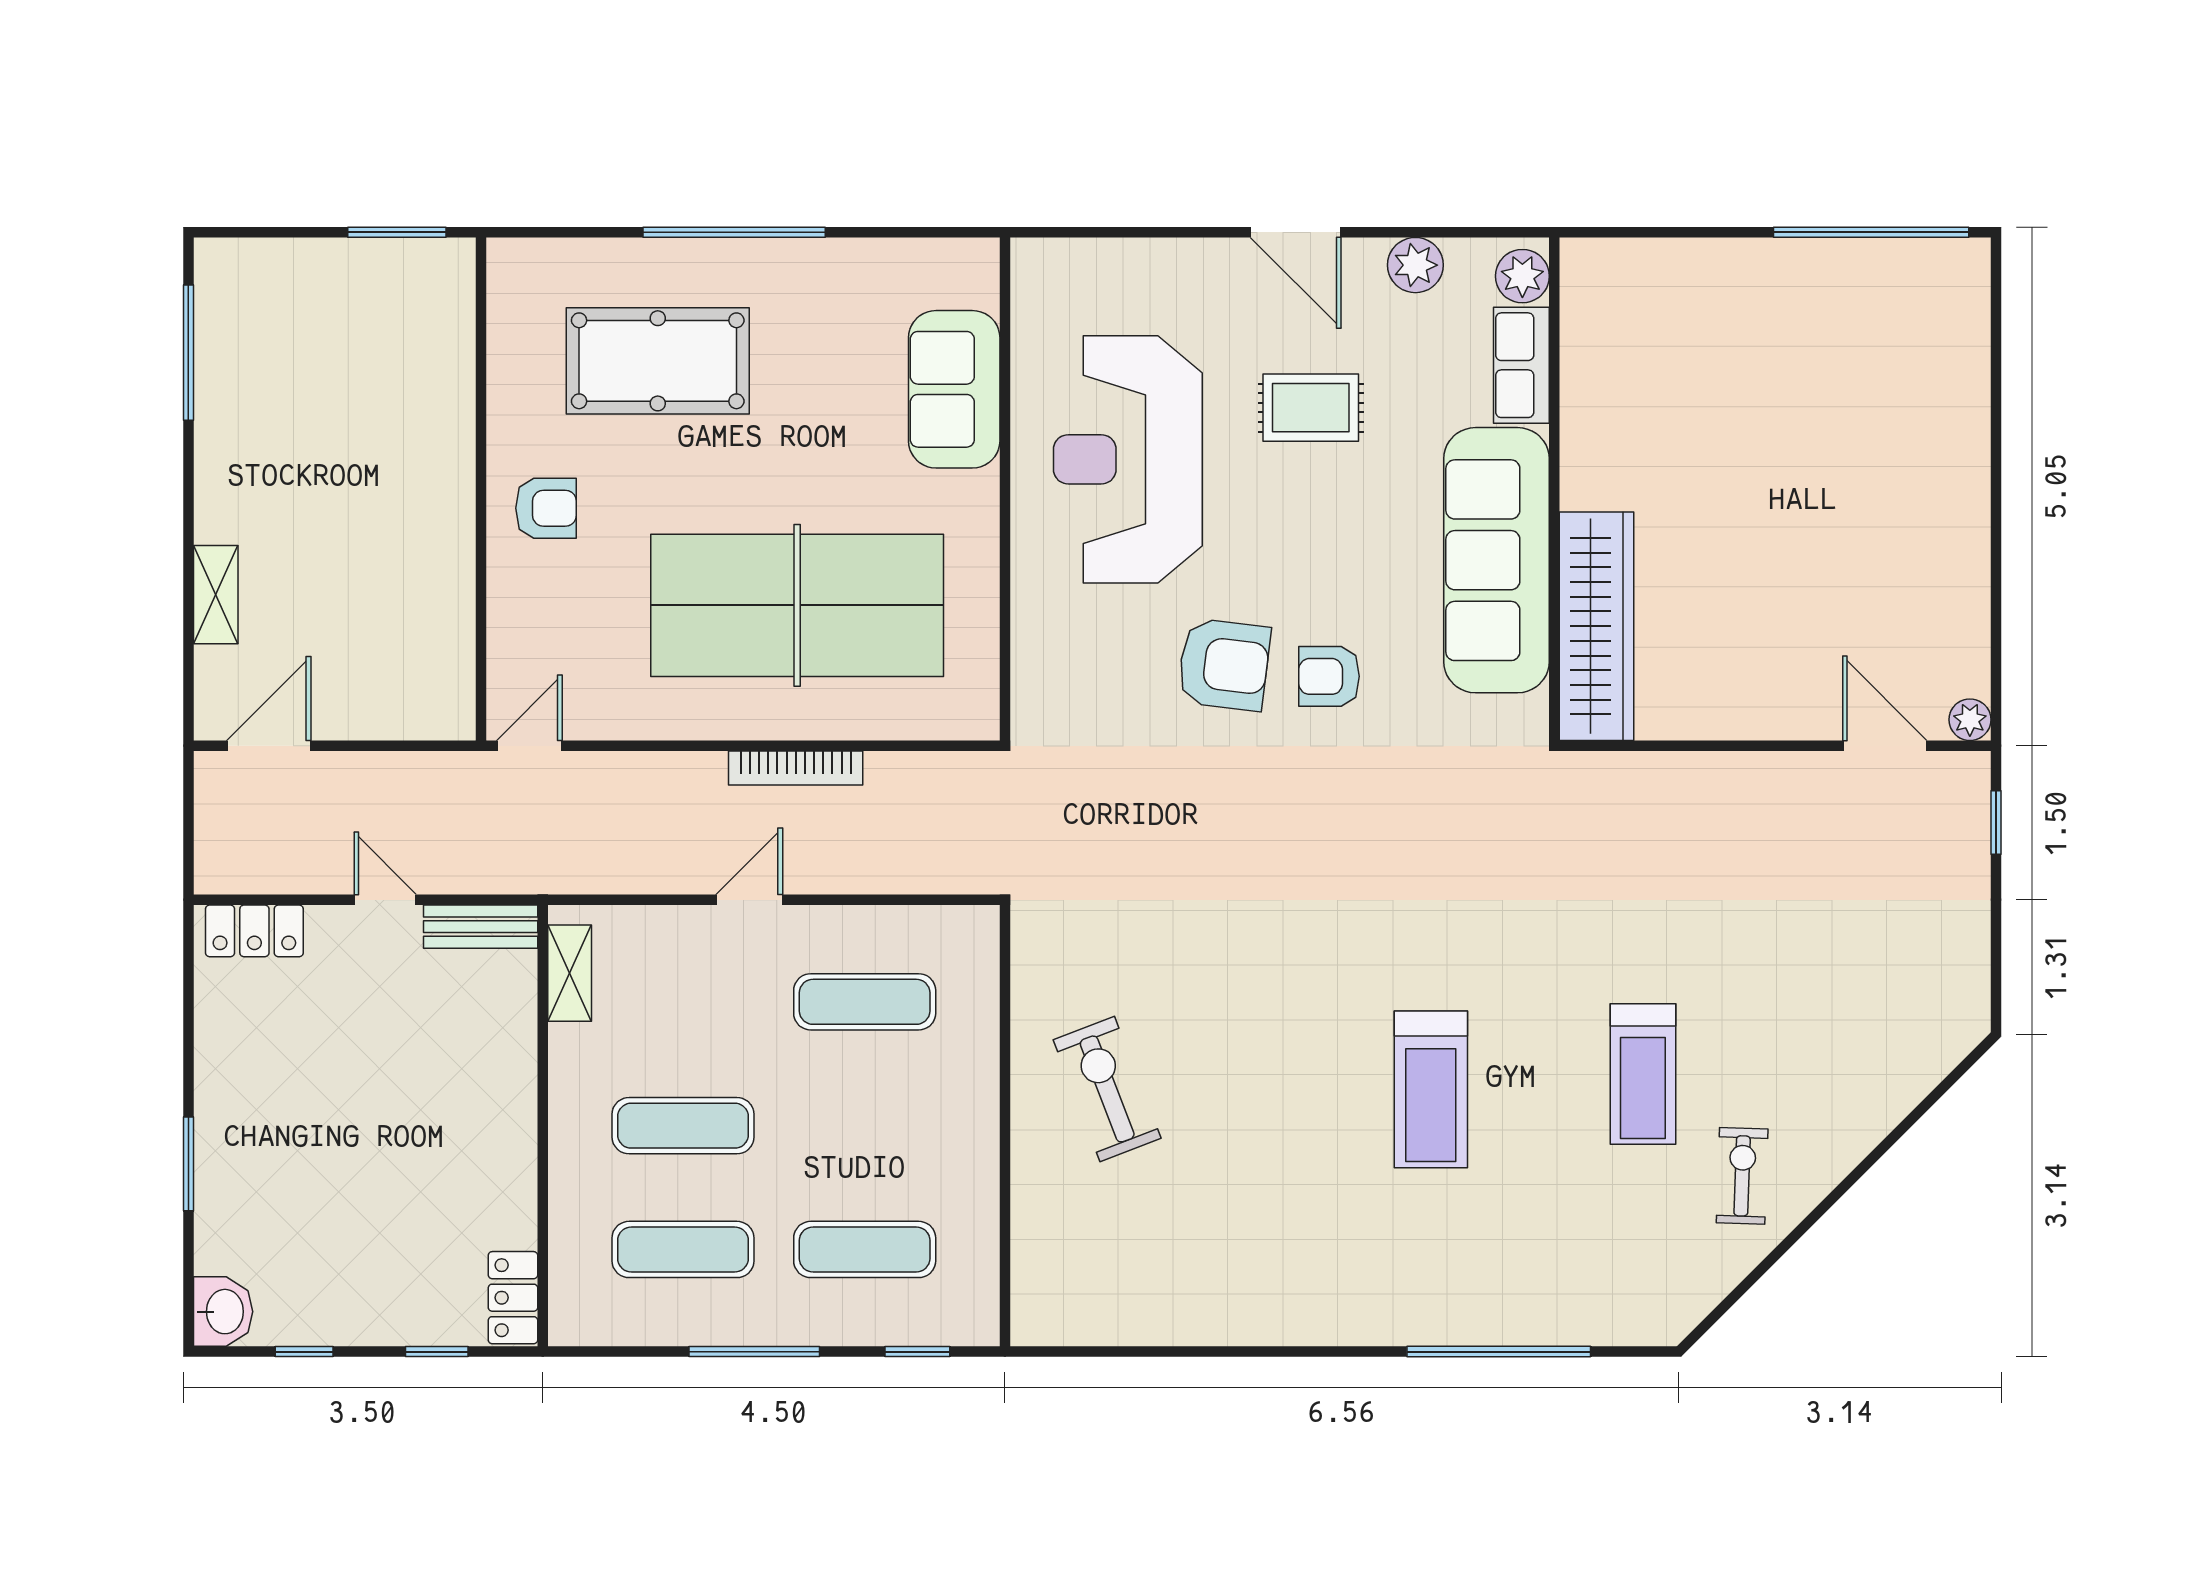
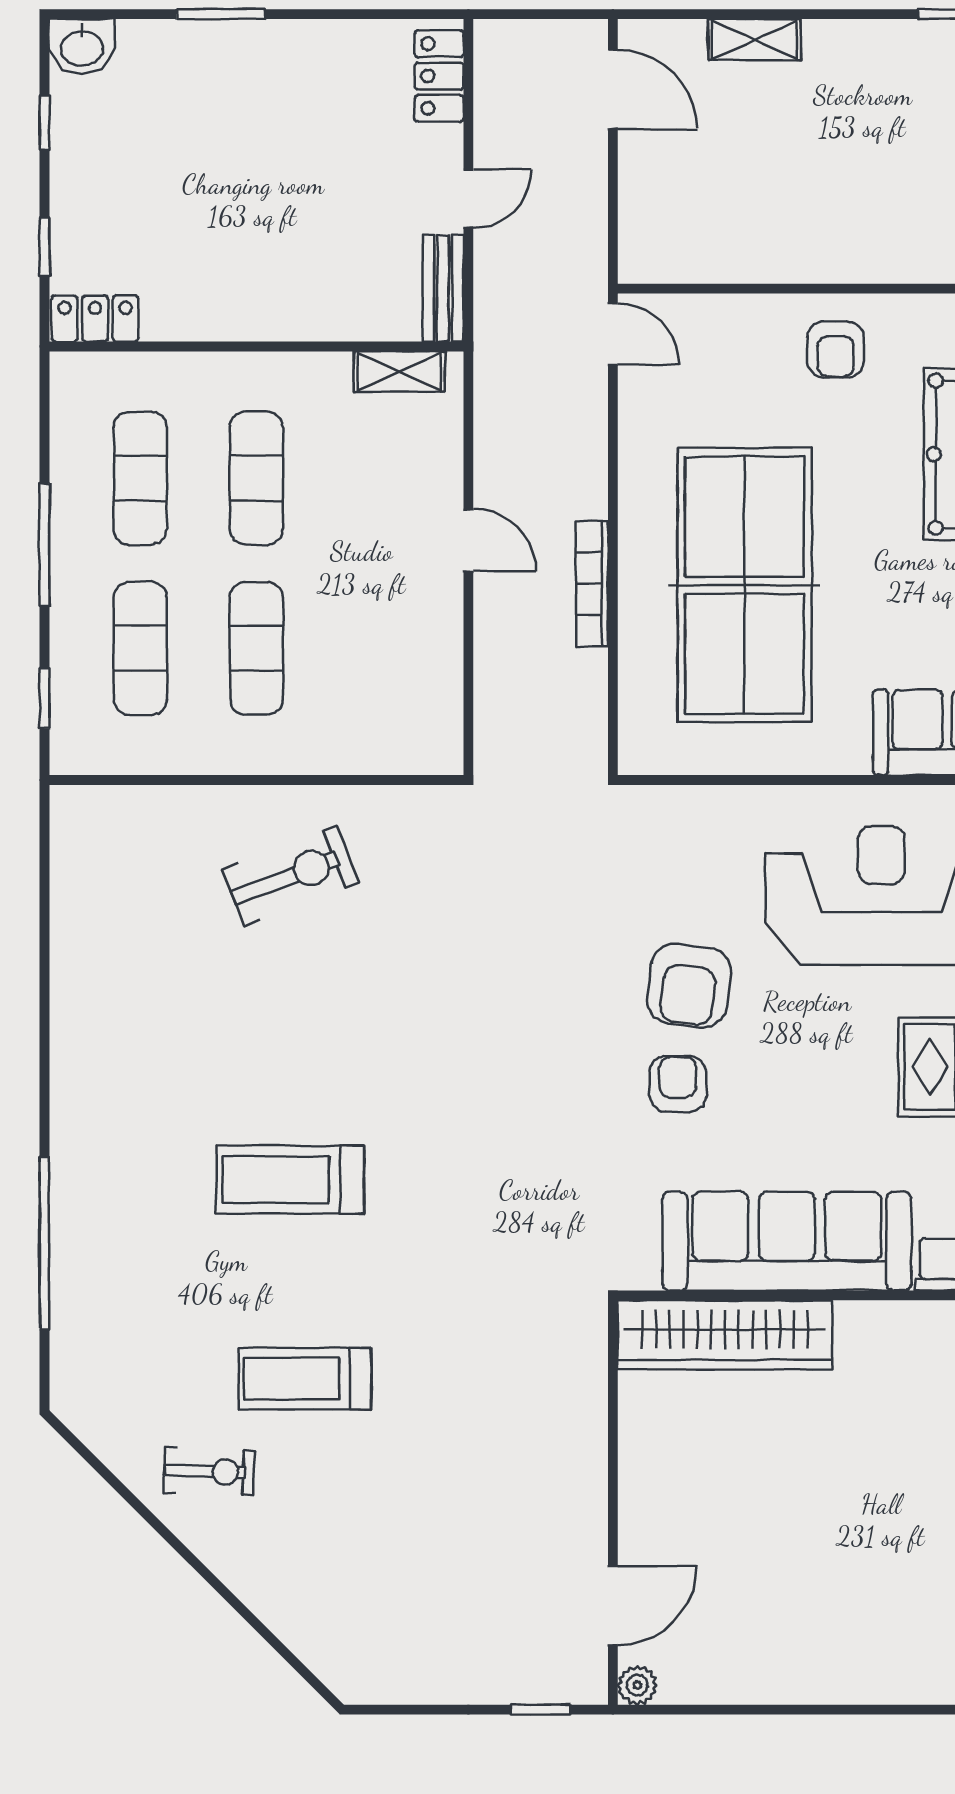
exercise mat: (865, 1002) -> (256, 648), moved

